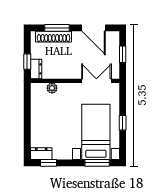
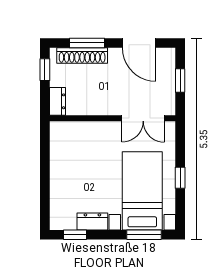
window: (27, 62) -> (45, 70), moved
double door: (96, 81) -> (143, 118), swing flipped
plant: (52, 88) -> (80, 129), removed
dresser: (41, 154) -> (92, 222), moved

